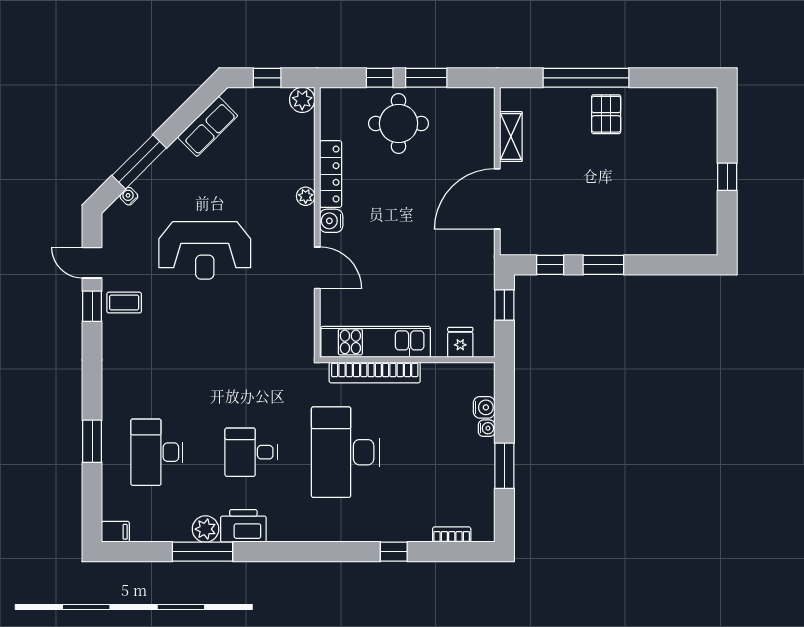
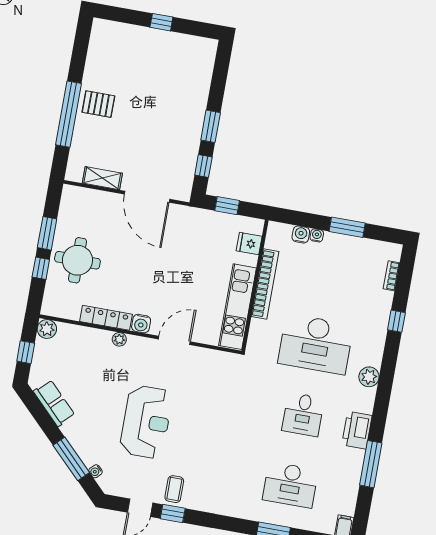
bookcase: (375, 372) -> (265, 284), moved
plant: (205, 529) -> (369, 377), moved

